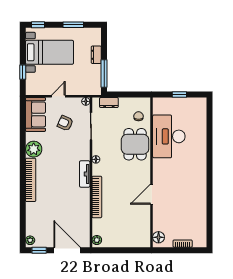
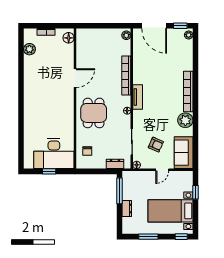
desk: (169, 136) -> (54, 154), moved, turned 90
dining table: (135, 144) -> (94, 113), moved
plant: (200, 225) -> (29, 49), added

